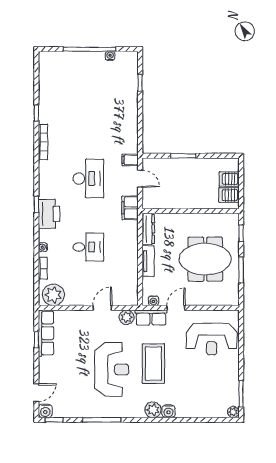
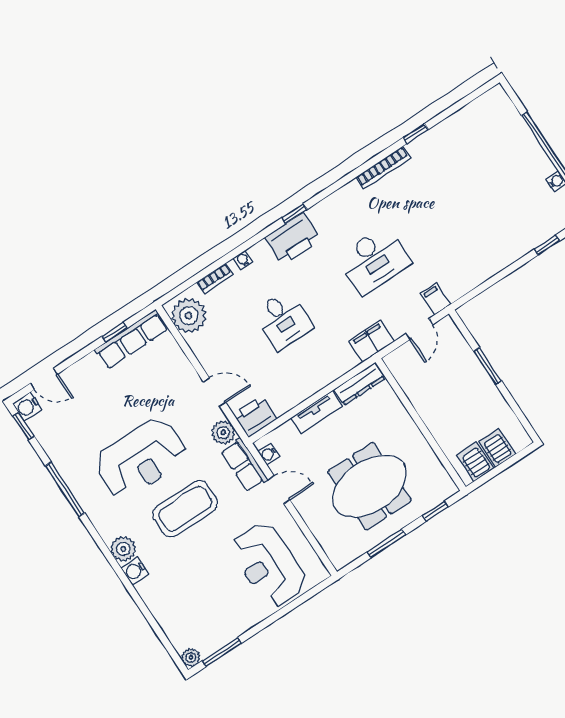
meeting table: (205, 259) -> (369, 486), turned 90
printer: (129, 295) -> (255, 416), added

